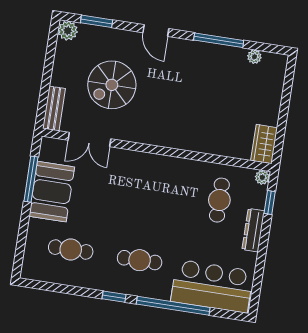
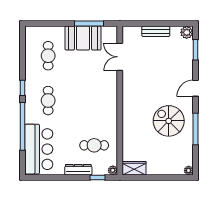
plant: (254, 57) -> (189, 170), moved
spiral stairs: (112, 85) -> (169, 121), moved
bench: (54, 108) -> (156, 31), moved

